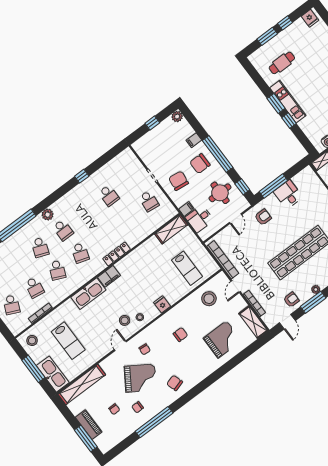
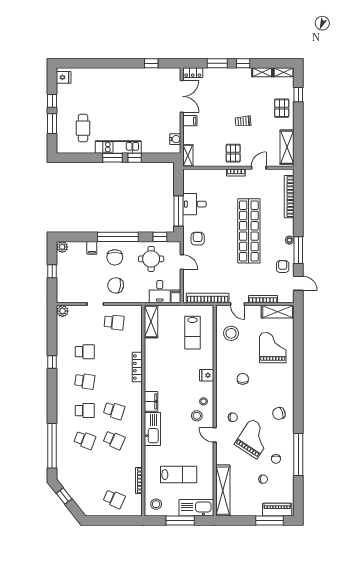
filing cabinet: (186, 209) -> (176, 296), moved
plant: (48, 215) -> (62, 311), moved
locker: (117, 254) -> (137, 367), moved
lab bench: (187, 268) -> (193, 333), turned 90
school desk: (34, 287) -> (85, 381), moved
piano: (89, 425) -> (277, 510), moved

